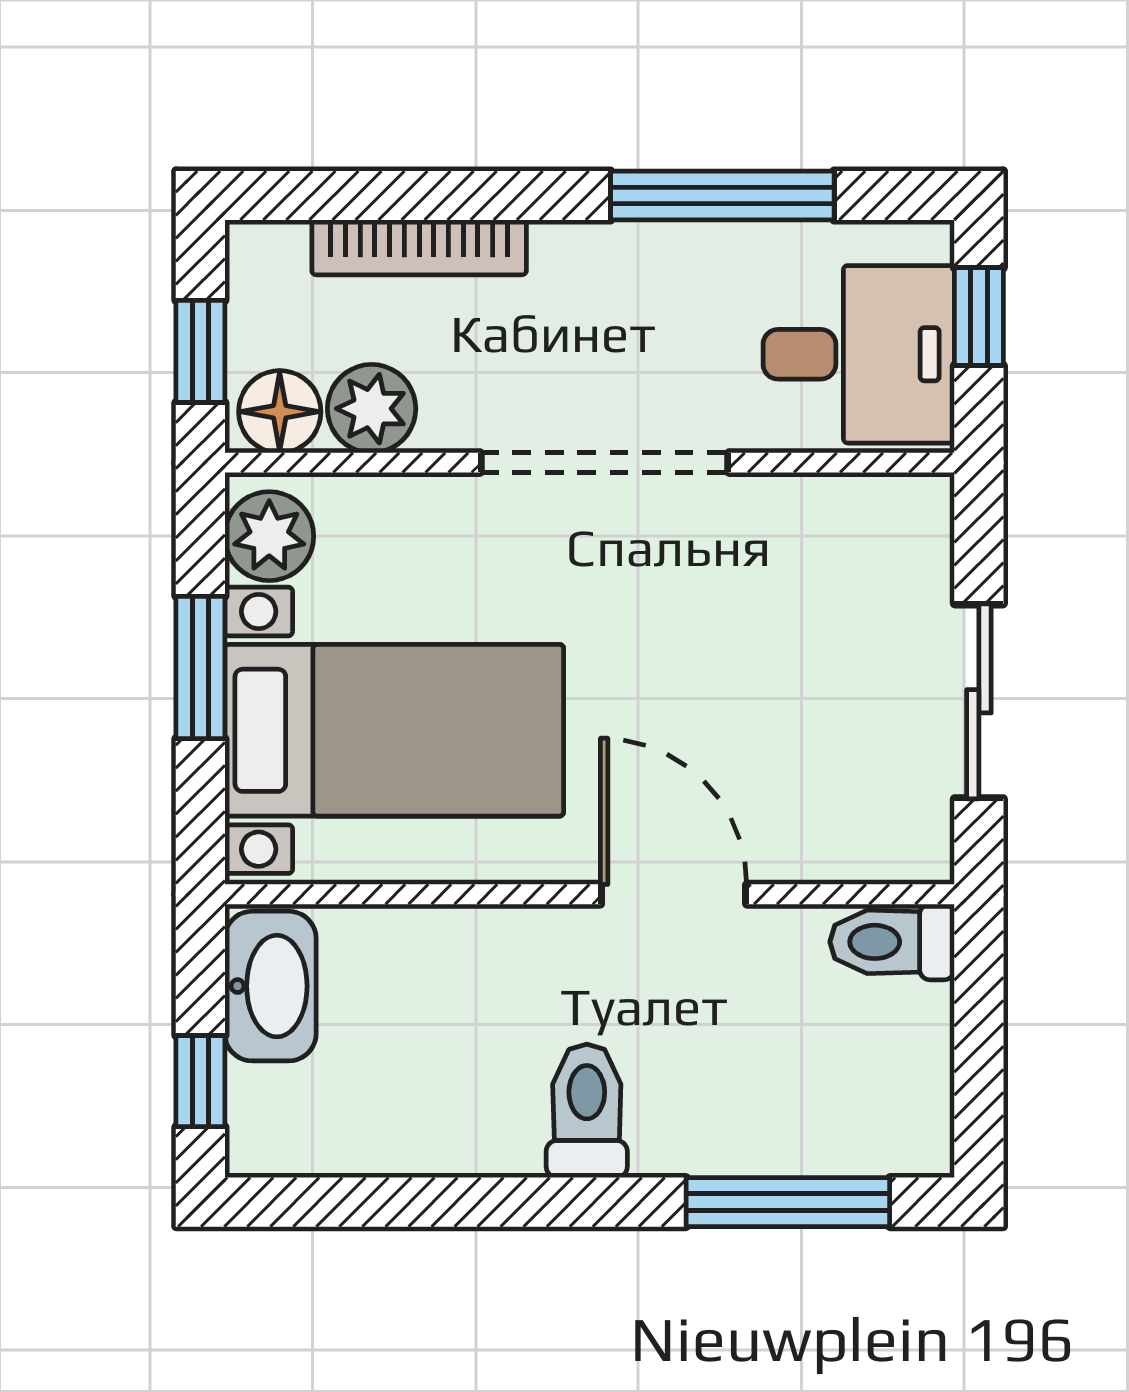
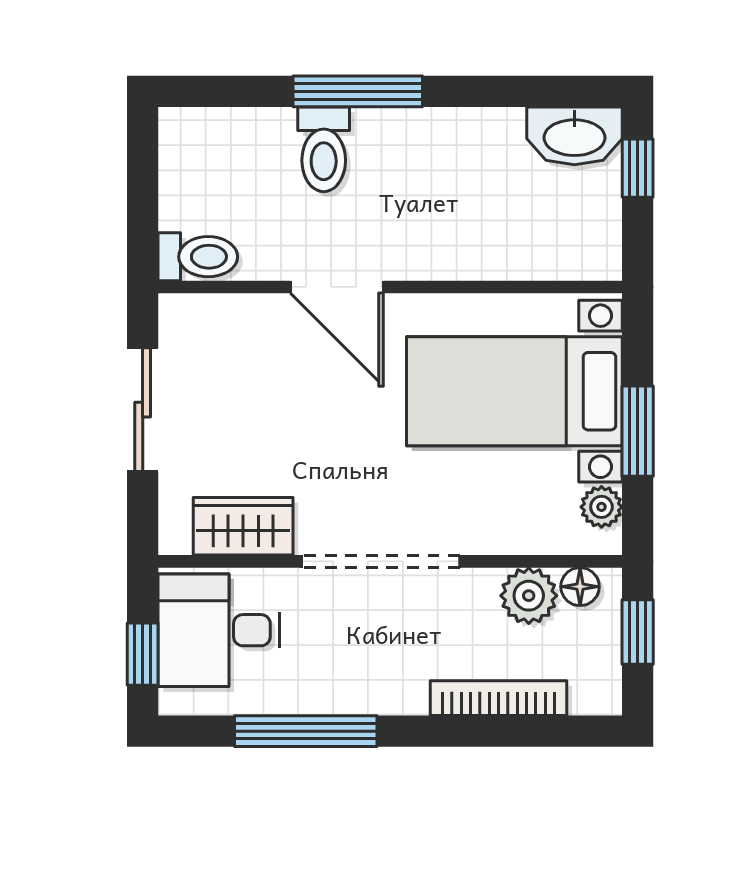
floor lamp: (280, 412) -> (580, 587), width x0.73, depth x0.73
wardrobe: (821, 518) -> (243, 526), added
plant: (269, 536) -> (601, 507), width x0.73, depth x0.73
washbasin: (270, 986) -> (574, 136), moved, turned -90
toilet: (587, 1111) -> (324, 149), moved
window: (788, 1202) -> (358, 91), moved

